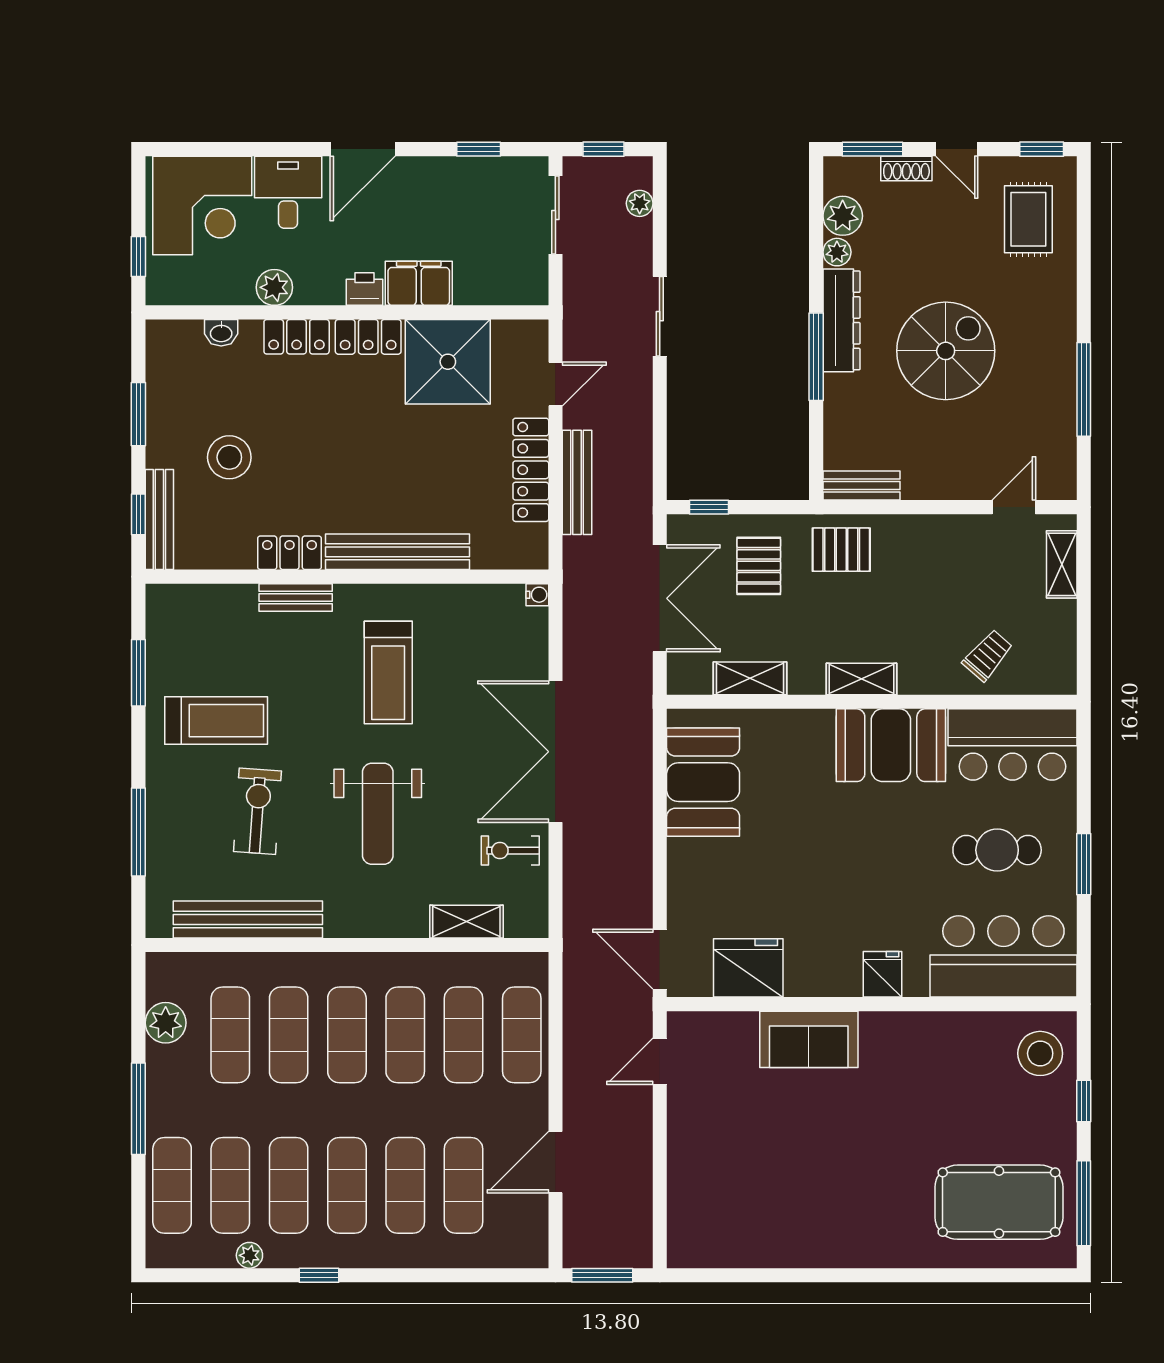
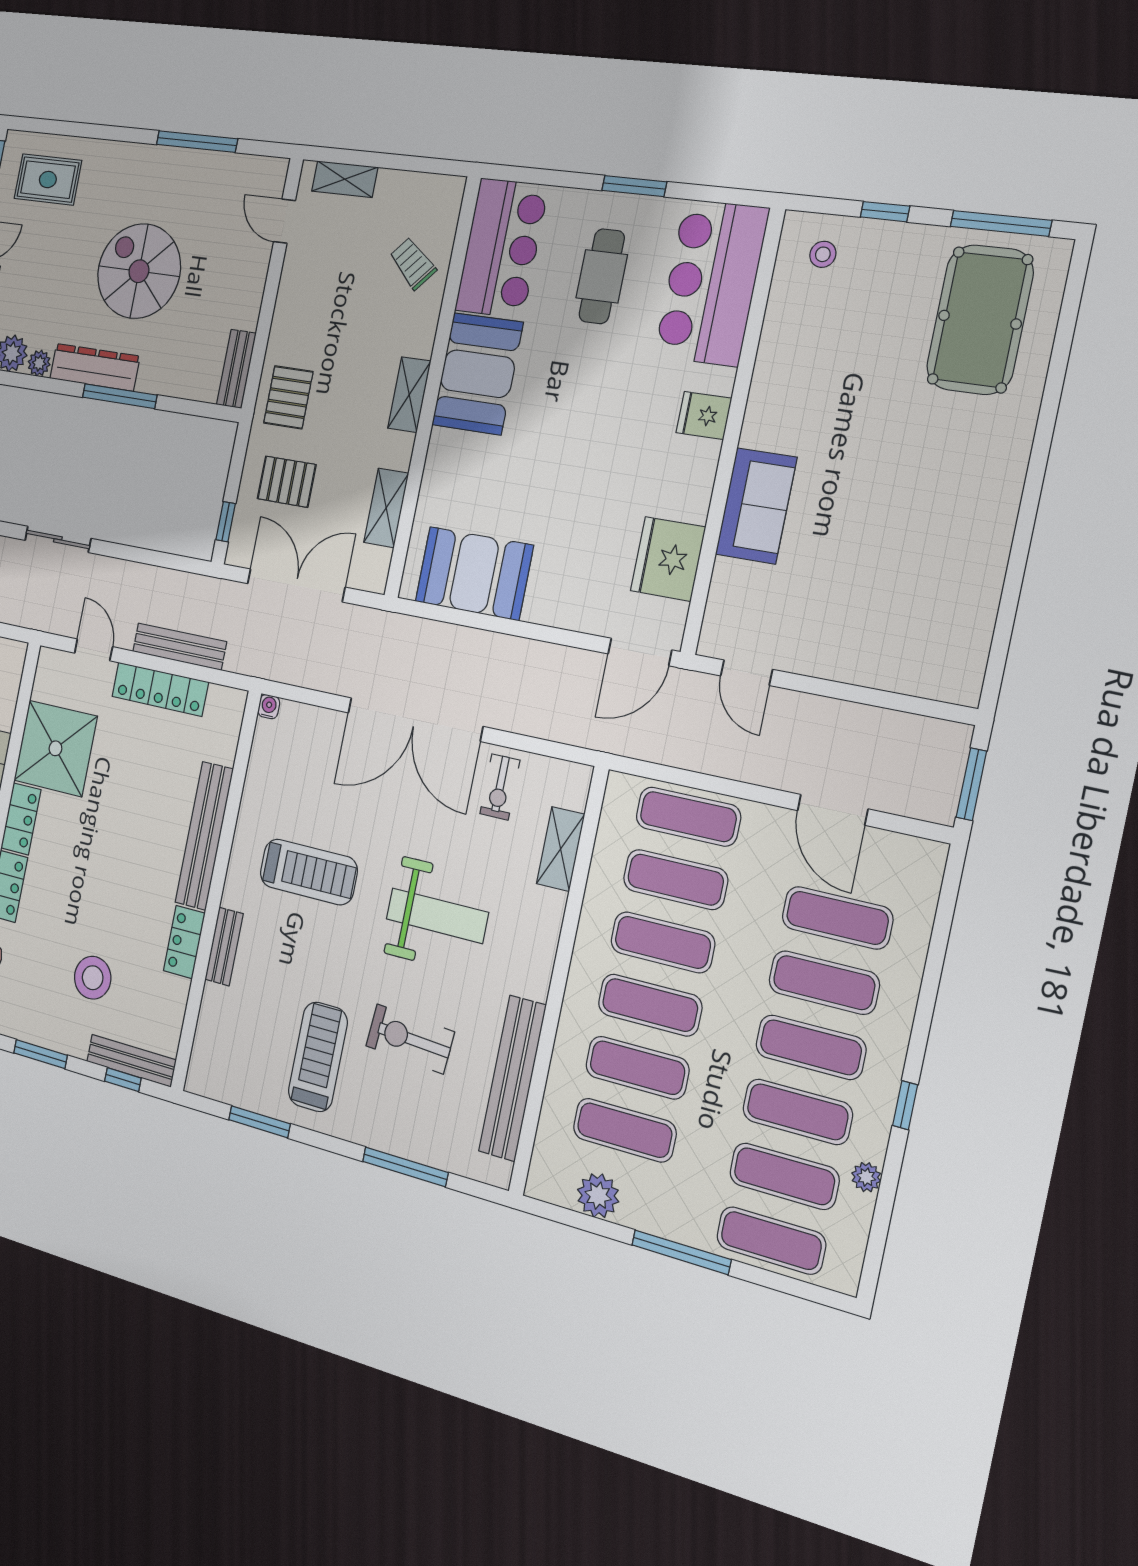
stool: (1040, 1053) -> (823, 254), width x0.53, depth x0.53

